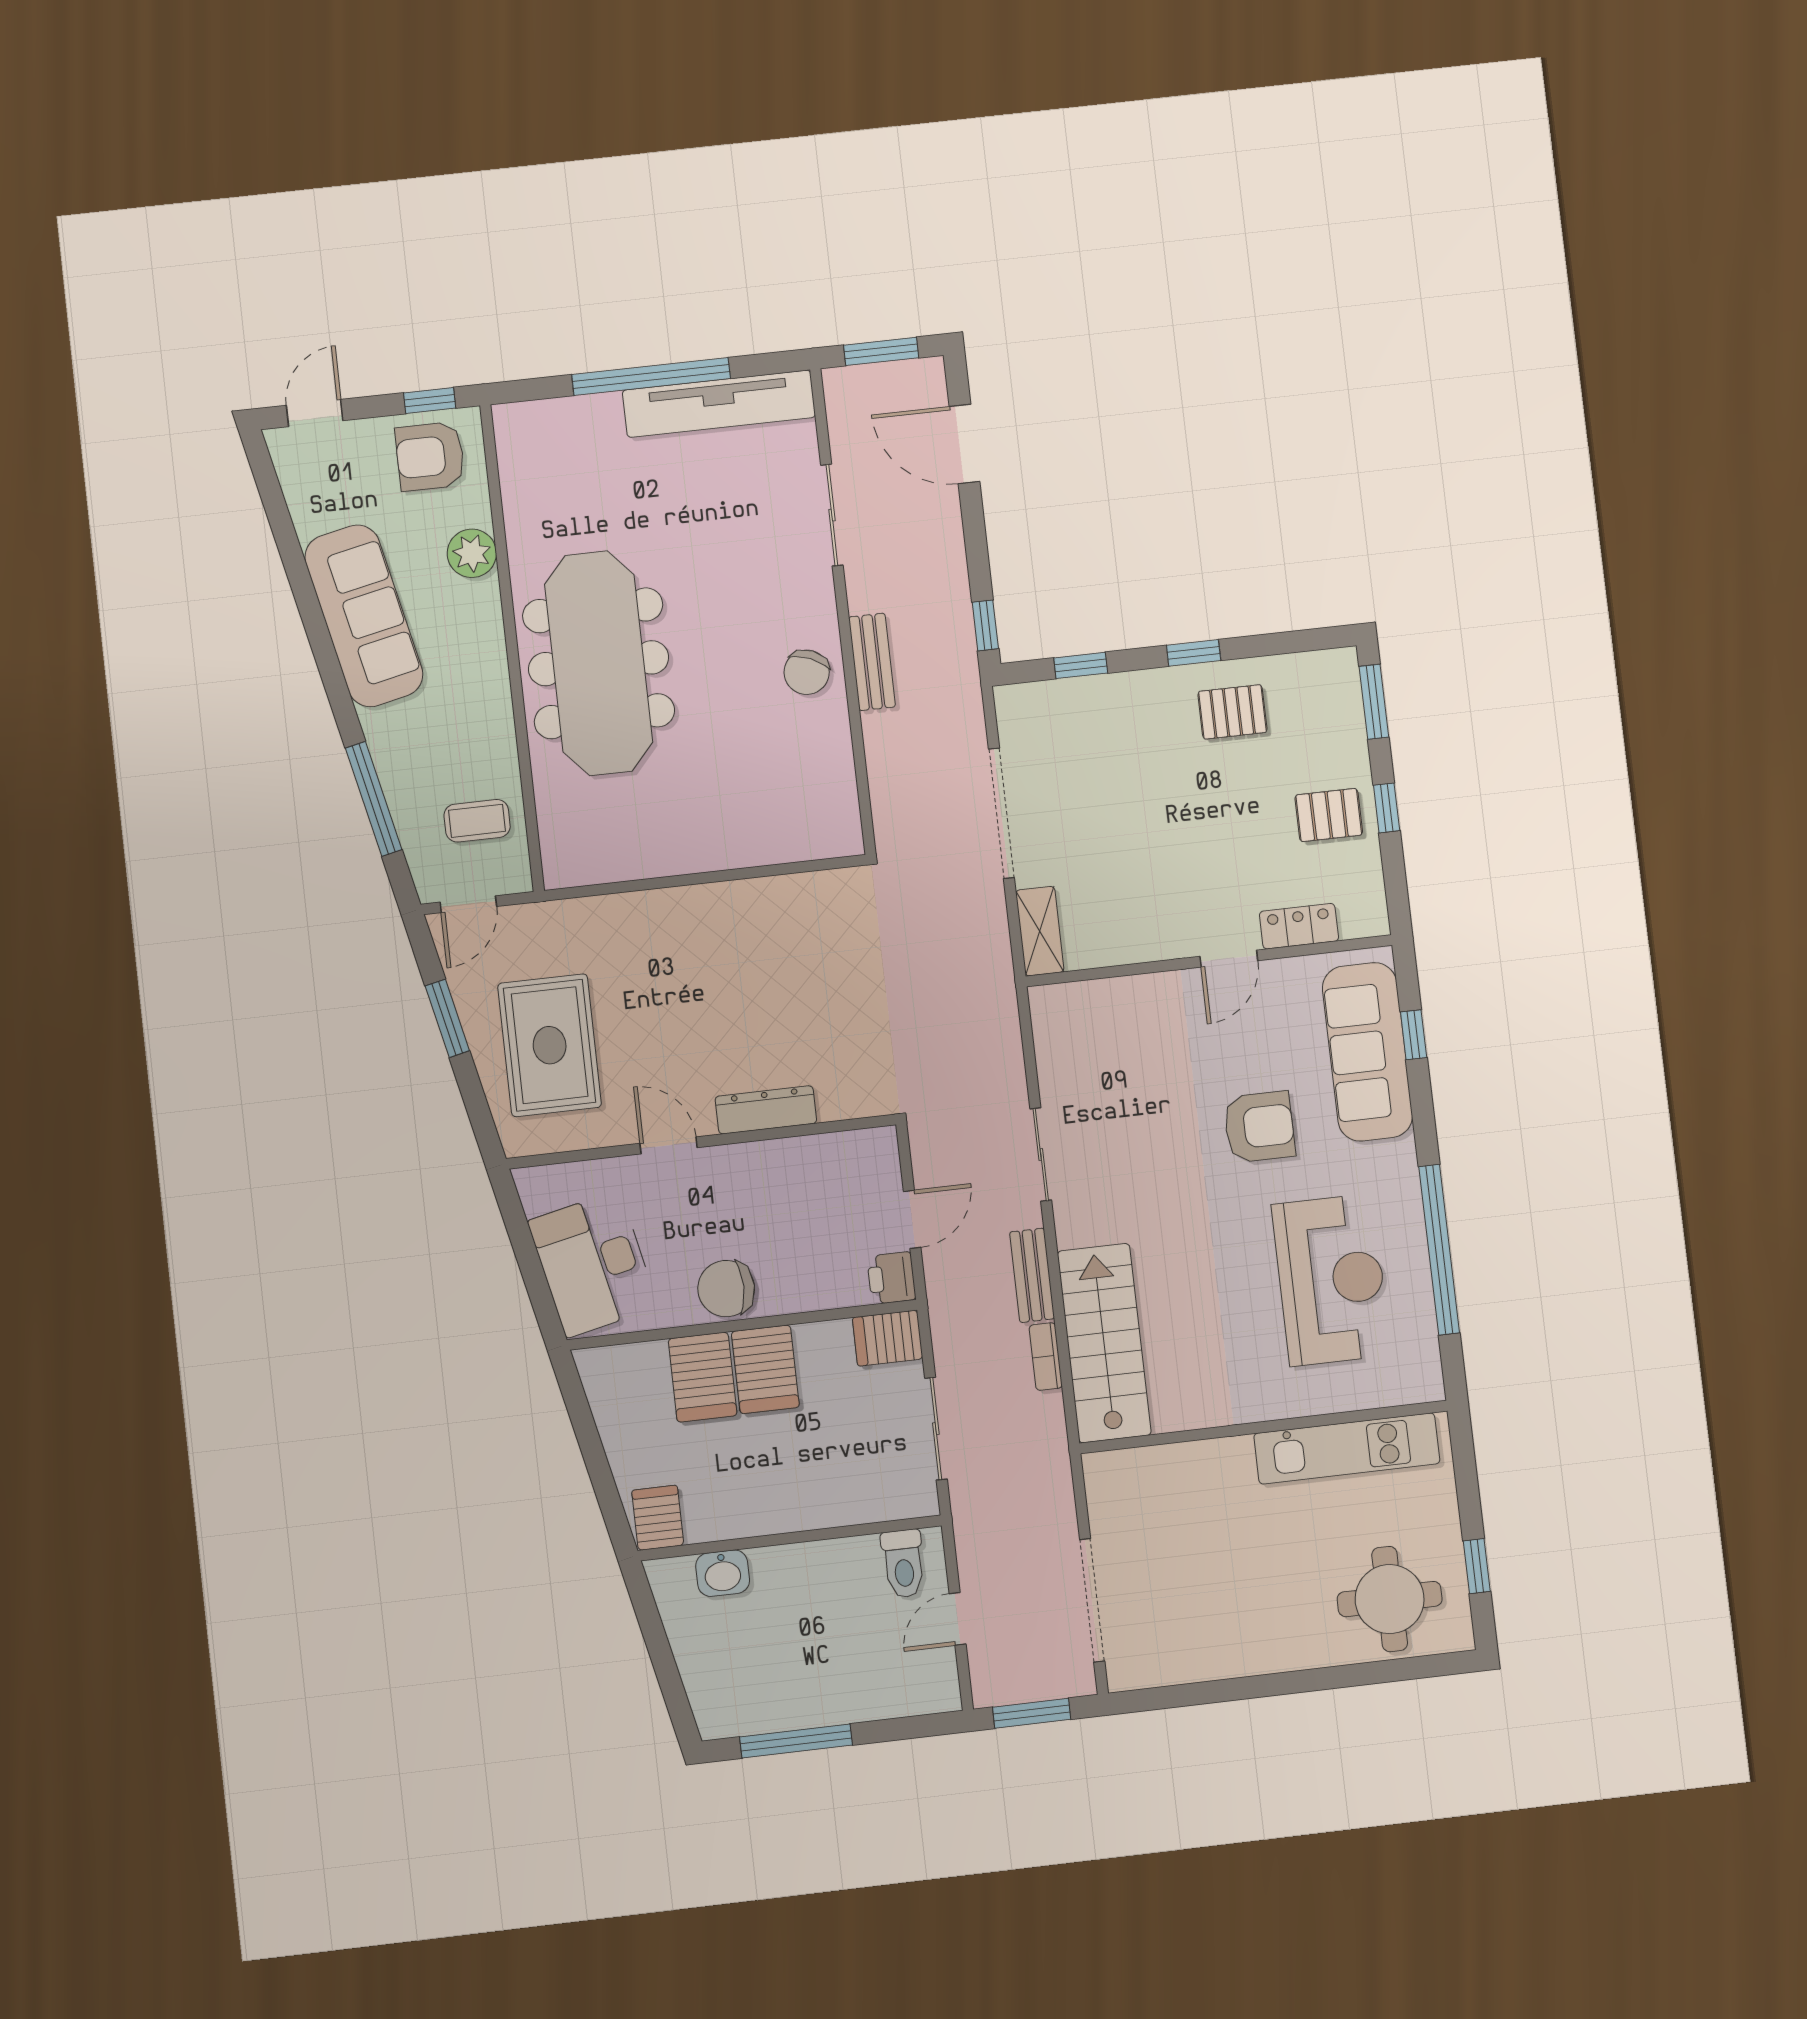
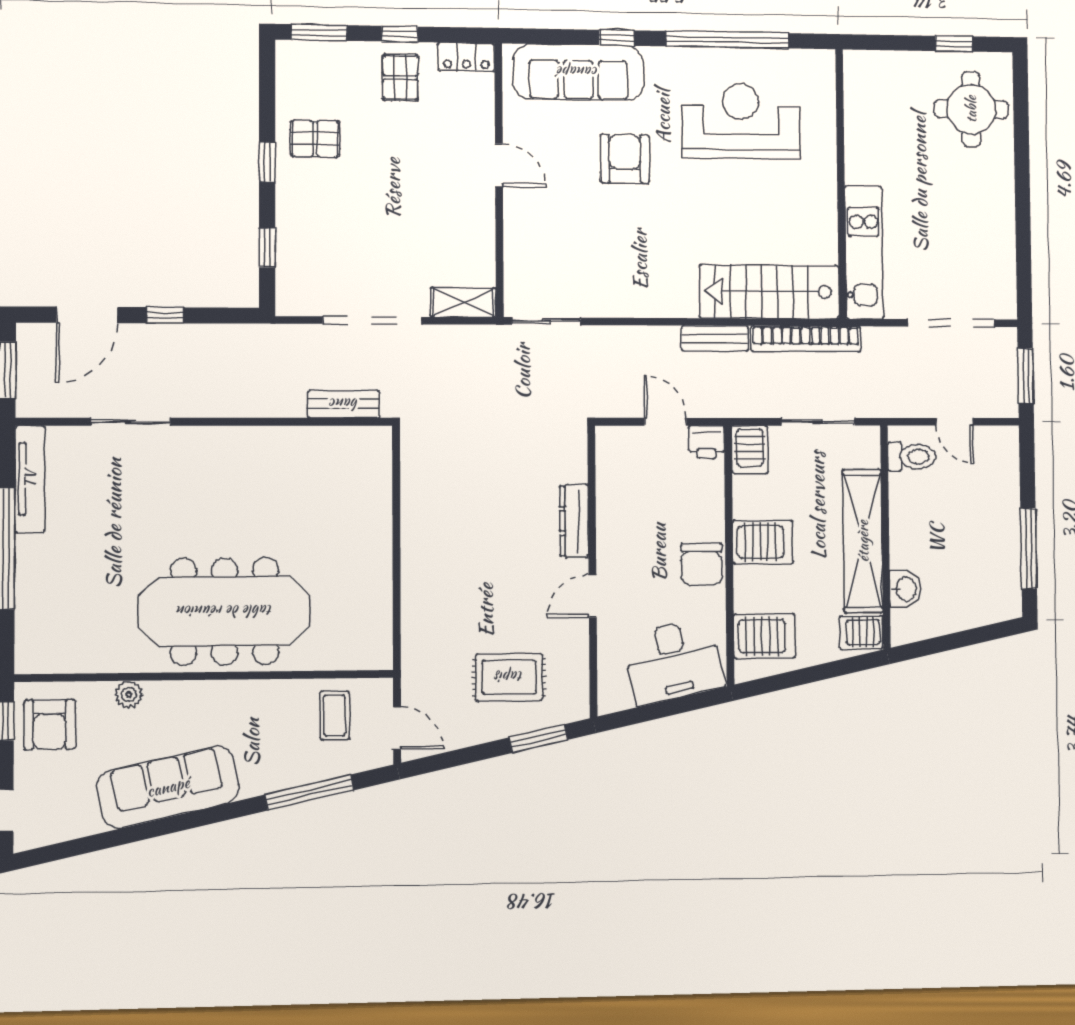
tv unit: (719, 404) -> (30, 479), width x0.73, depth x0.78
plant: (472, 553) -> (129, 695), width x0.73, depth x0.73
window: (985, 625) -> (165, 315), moved
bench: (872, 662) -> (344, 404), moved
chair: (807, 672) -> (249, 454), removed
pallet: (1232, 712) -> (315, 139), turned 90
locker: (1299, 926) -> (466, 57), moved, turned -90
window: (447, 1018) -> (538, 739), moved
window: (1414, 1035) -> (617, 38), moved
rug: (550, 1045) -> (509, 677), width x0.73, depth x0.70
sliding door: (1041, 1155) -> (546, 321), moved
bookcase: (1046, 1357) -> (806, 339), width x2.31, depth x1.31
server rack: (703, 1377) -> (764, 636), moved
kitchen unit: (1347, 1448) -> (864, 252), moved
shelving: (781, 1507) -> (863, 541), added

